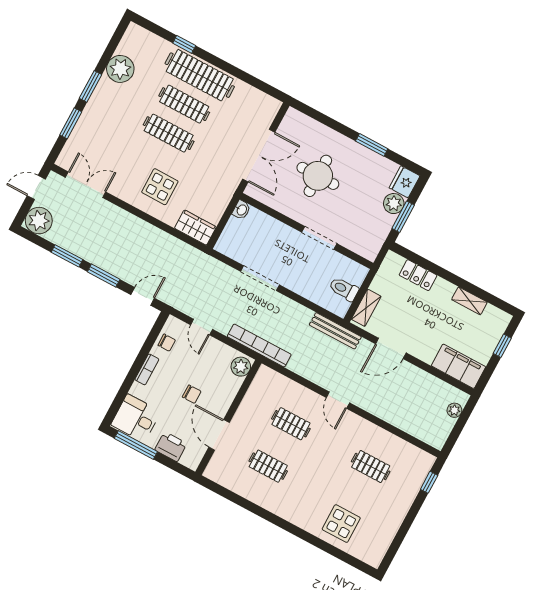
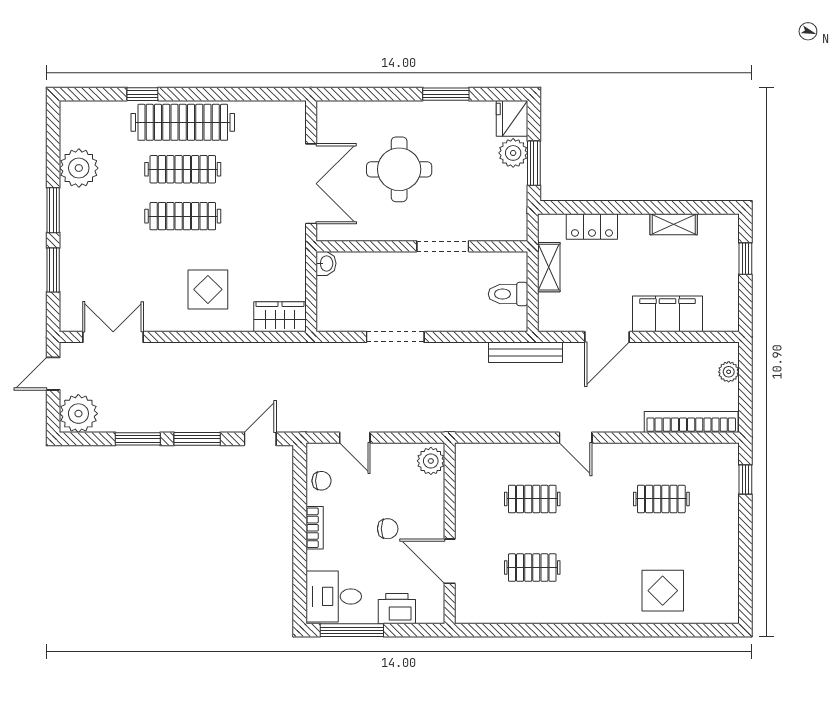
shelving: (366, 308) -> (549, 267), moved
bookcase: (259, 345) -> (691, 422), moved
filing cabinet: (458, 366) -> (667, 314), moved

